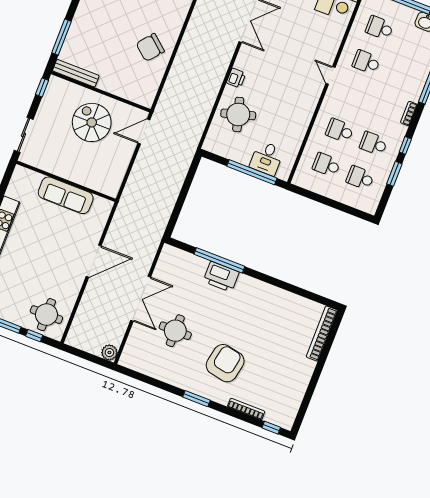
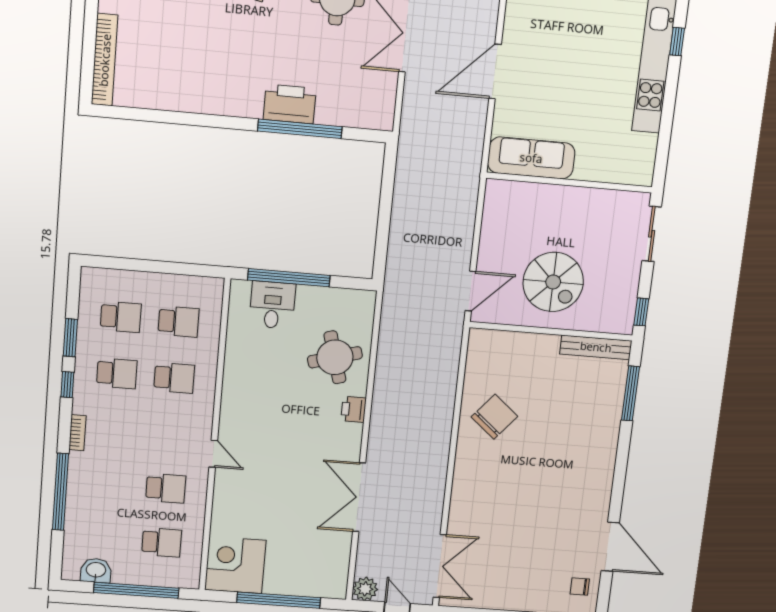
sofa: (66, 195) -> (531, 158), moved

